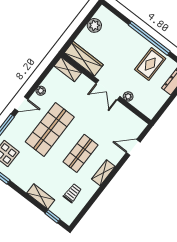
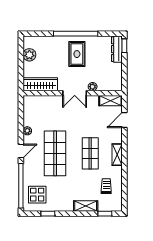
rug: (150, 64) -> (77, 54), moved
shelving: (68, 69) -> (110, 101), moved

